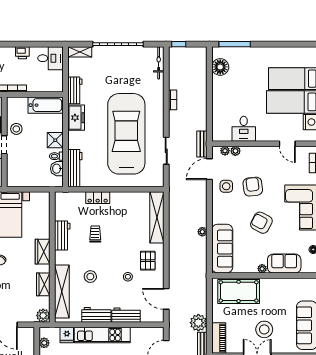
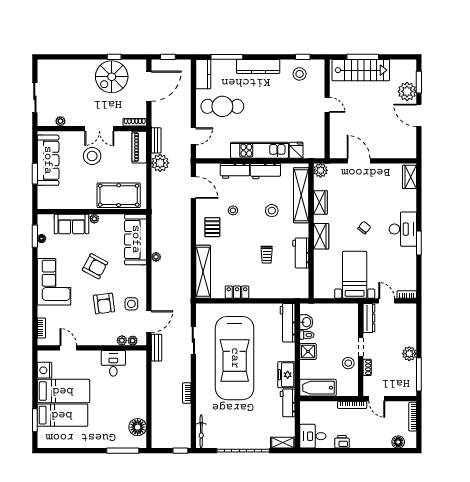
locker: (98, 198) -> (237, 292), moved
plant: (44, 343) -> (319, 142), removed

